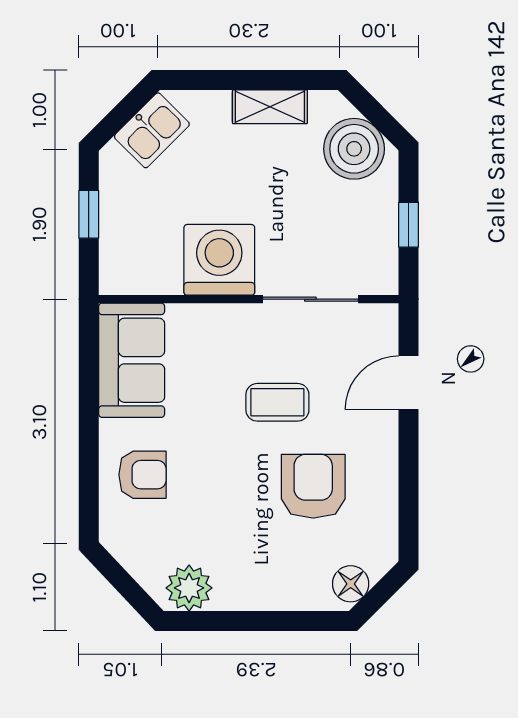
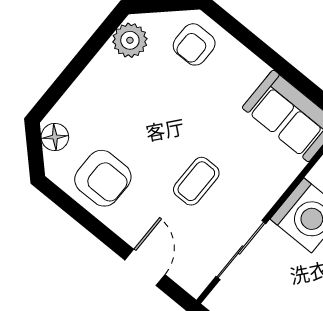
armchair: (142, 475) -> (194, 44), moved
armchair: (313, 486) -> (103, 178), moved

